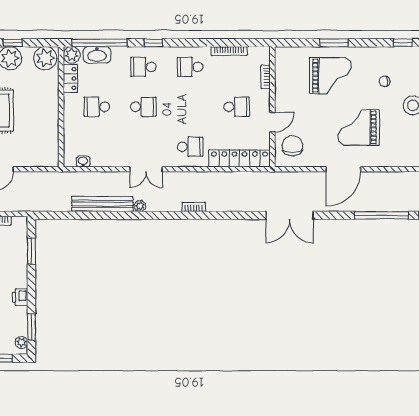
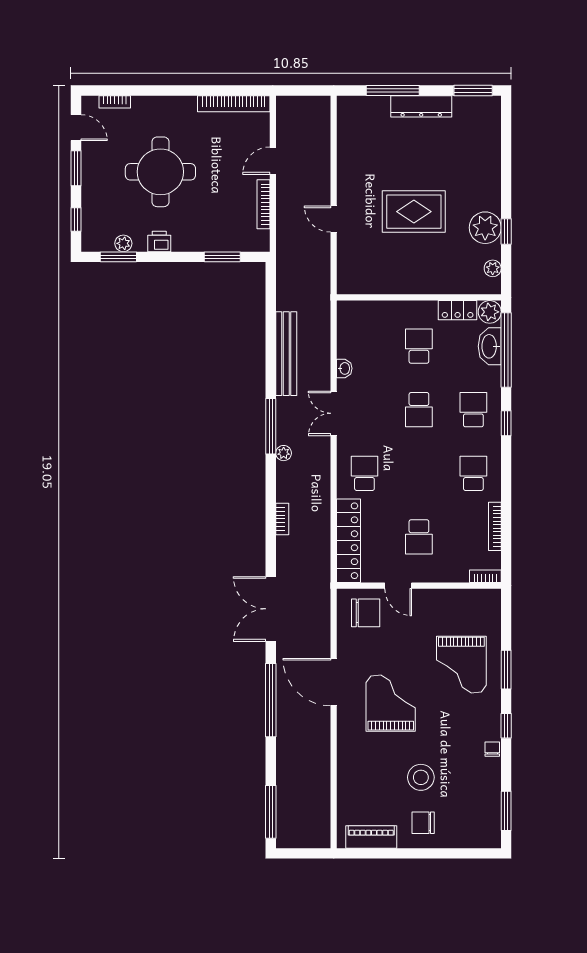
window: (403, 43) -> (506, 726), moved
plant: (45, 58) -> (493, 268), width x0.53, depth x0.53
bookcase: (266, 77) -> (485, 576), moved
chair: (384, 81) -> (492, 749), moved
school desk: (190, 147) -> (364, 473), turned 180
washbasin: (83, 161) -> (344, 368), moved
plant: (140, 206) -> (284, 453), moved
bookcase: (194, 207) -> (282, 519), moved
window: (156, 215) -> (271, 426), added
window: (382, 215) -> (271, 700), moved
plant: (22, 342) -> (123, 243), moved

